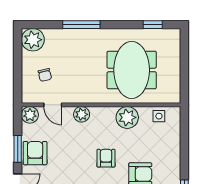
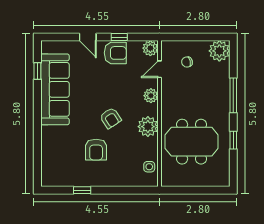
window: (153, 25) -> (233, 140), moved
plant: (127, 117) -> (148, 127), moved
window: (18, 149) -> (119, 37), width x0.67
armchair: (106, 158) -> (111, 118), turned 57

